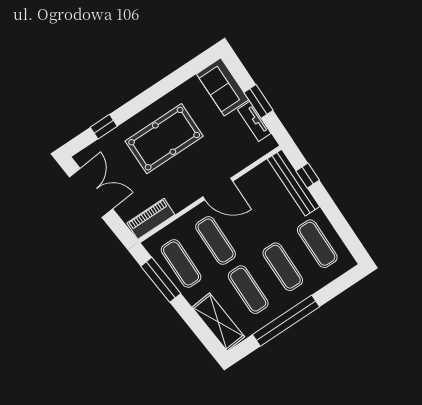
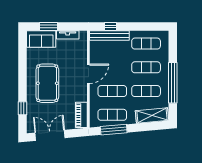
window: (258, 101) -> (49, 26), moved

